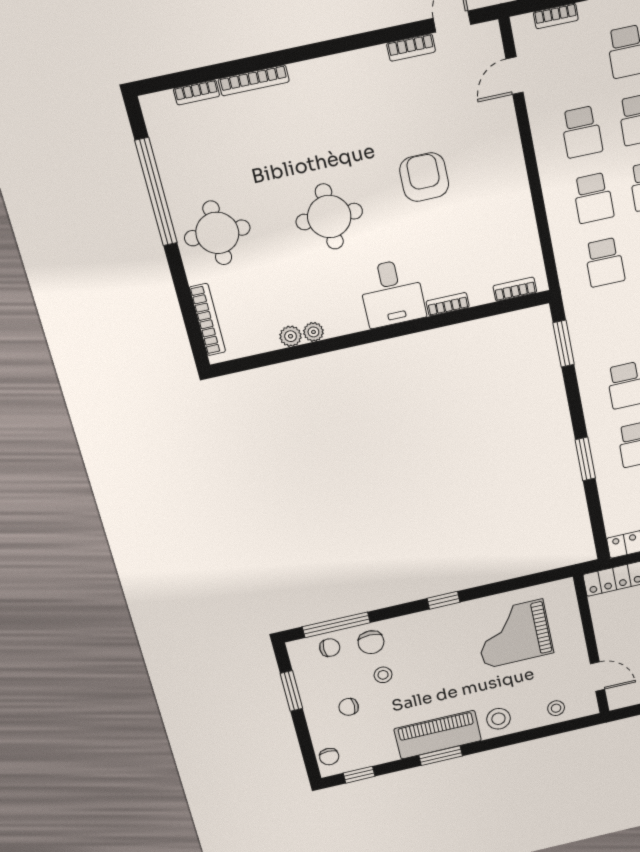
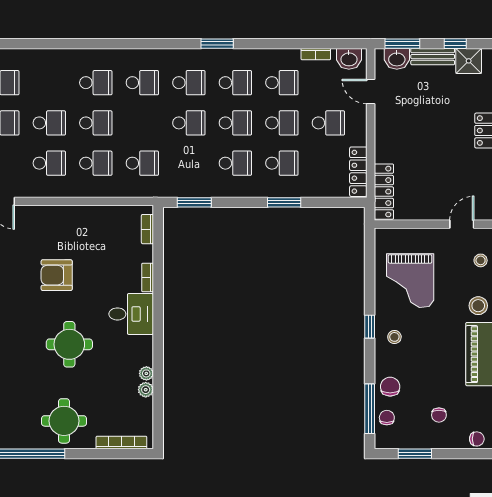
chair: (371, 642) -> (390, 387), turned -90
stool: (383, 675) -> (394, 337), moved

